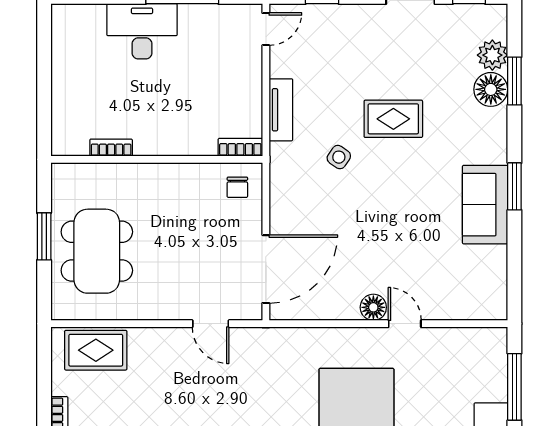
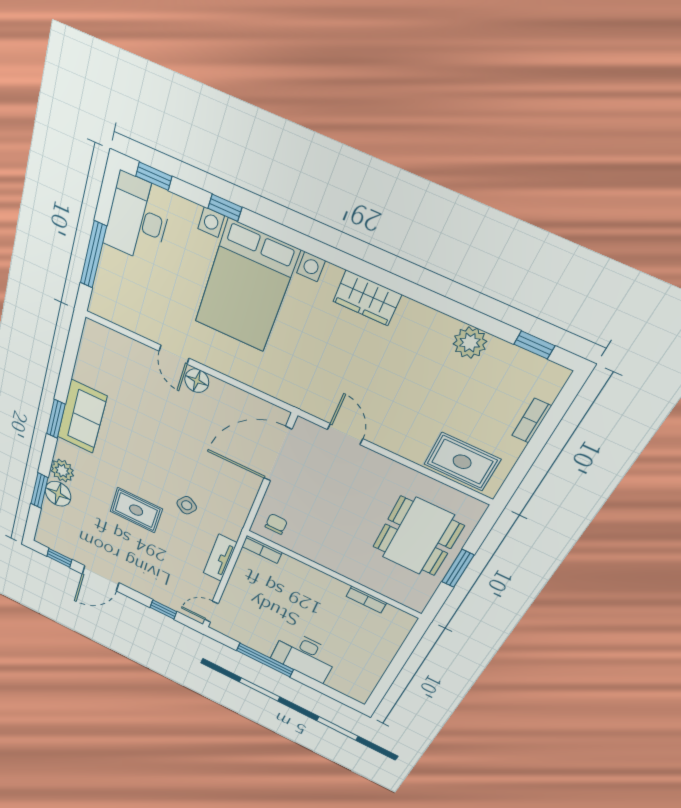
plant: (492, 55) -> (62, 471), moved

